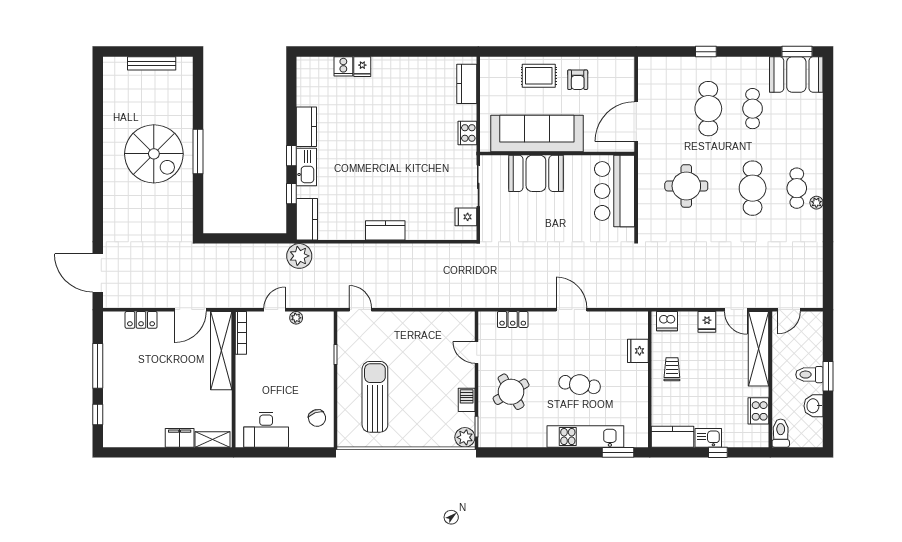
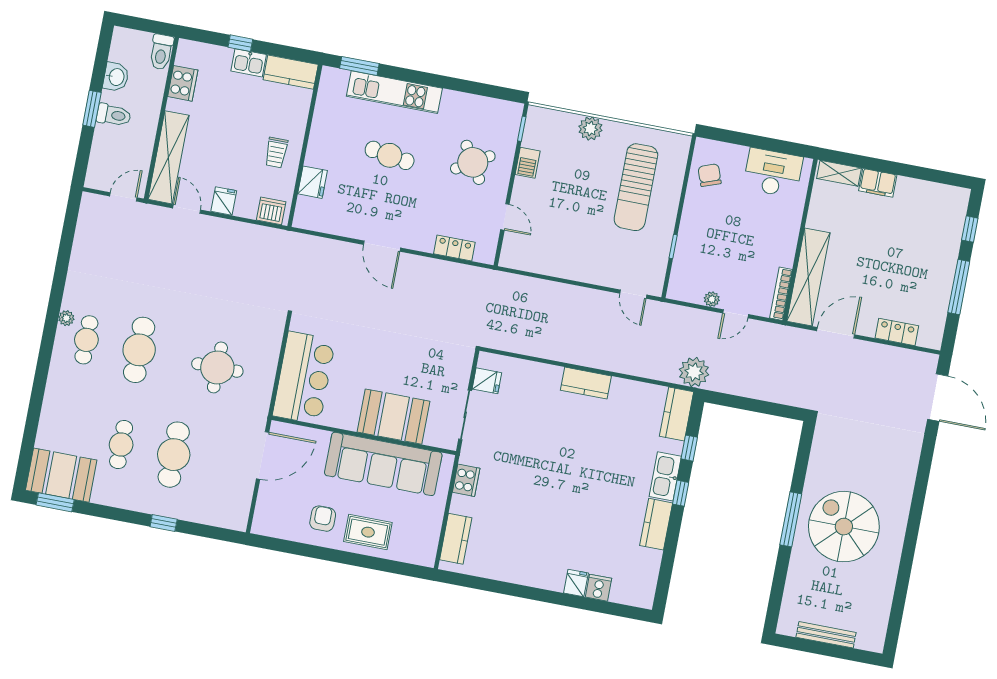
plant: (465, 437) -> (590, 128), moved

